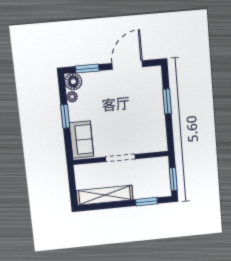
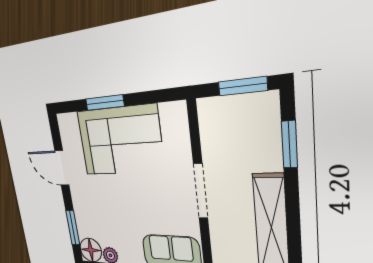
door: (127, 65) -> (62, 168), width x0.73
corner sofa: (146, 110) -> (120, 141), added

